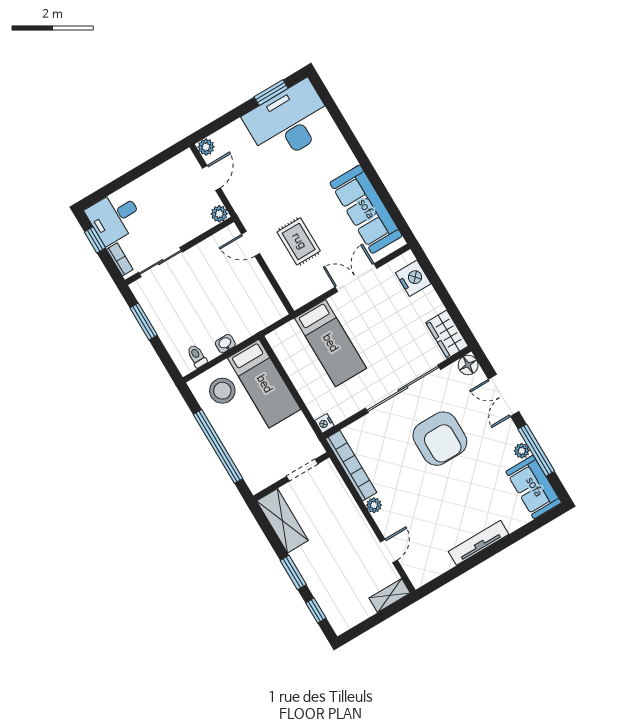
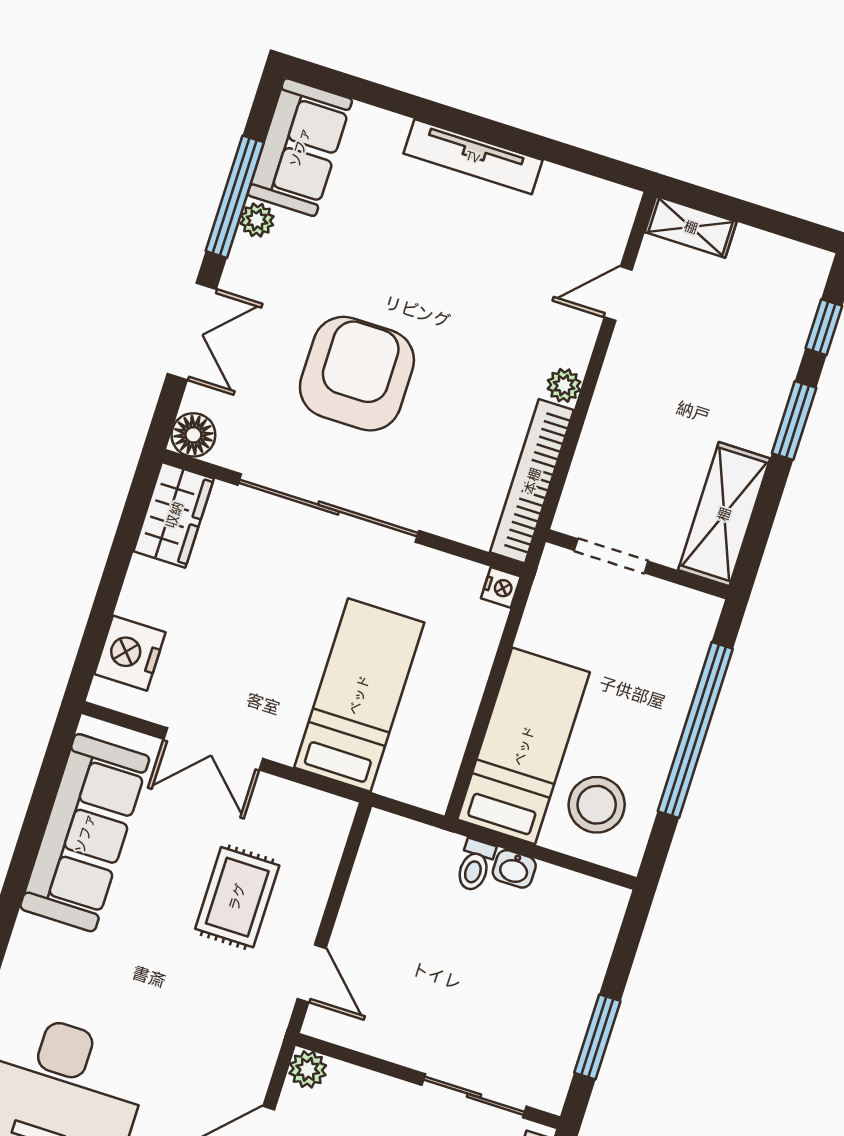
toilet: (197, 356) -> (475, 865), moved

